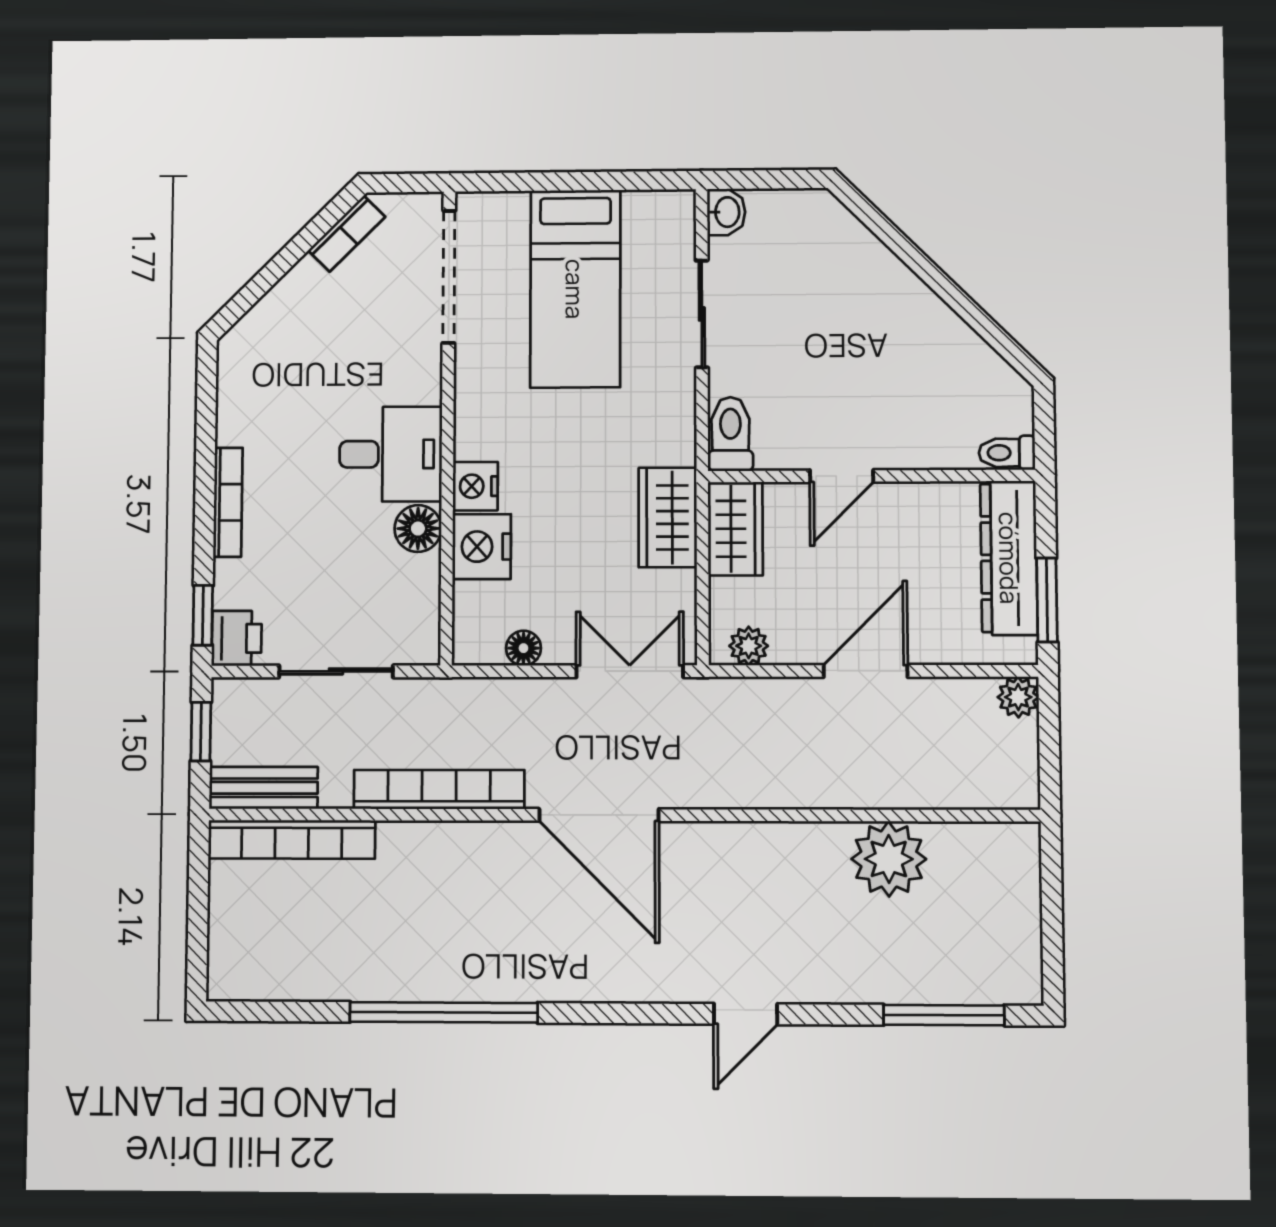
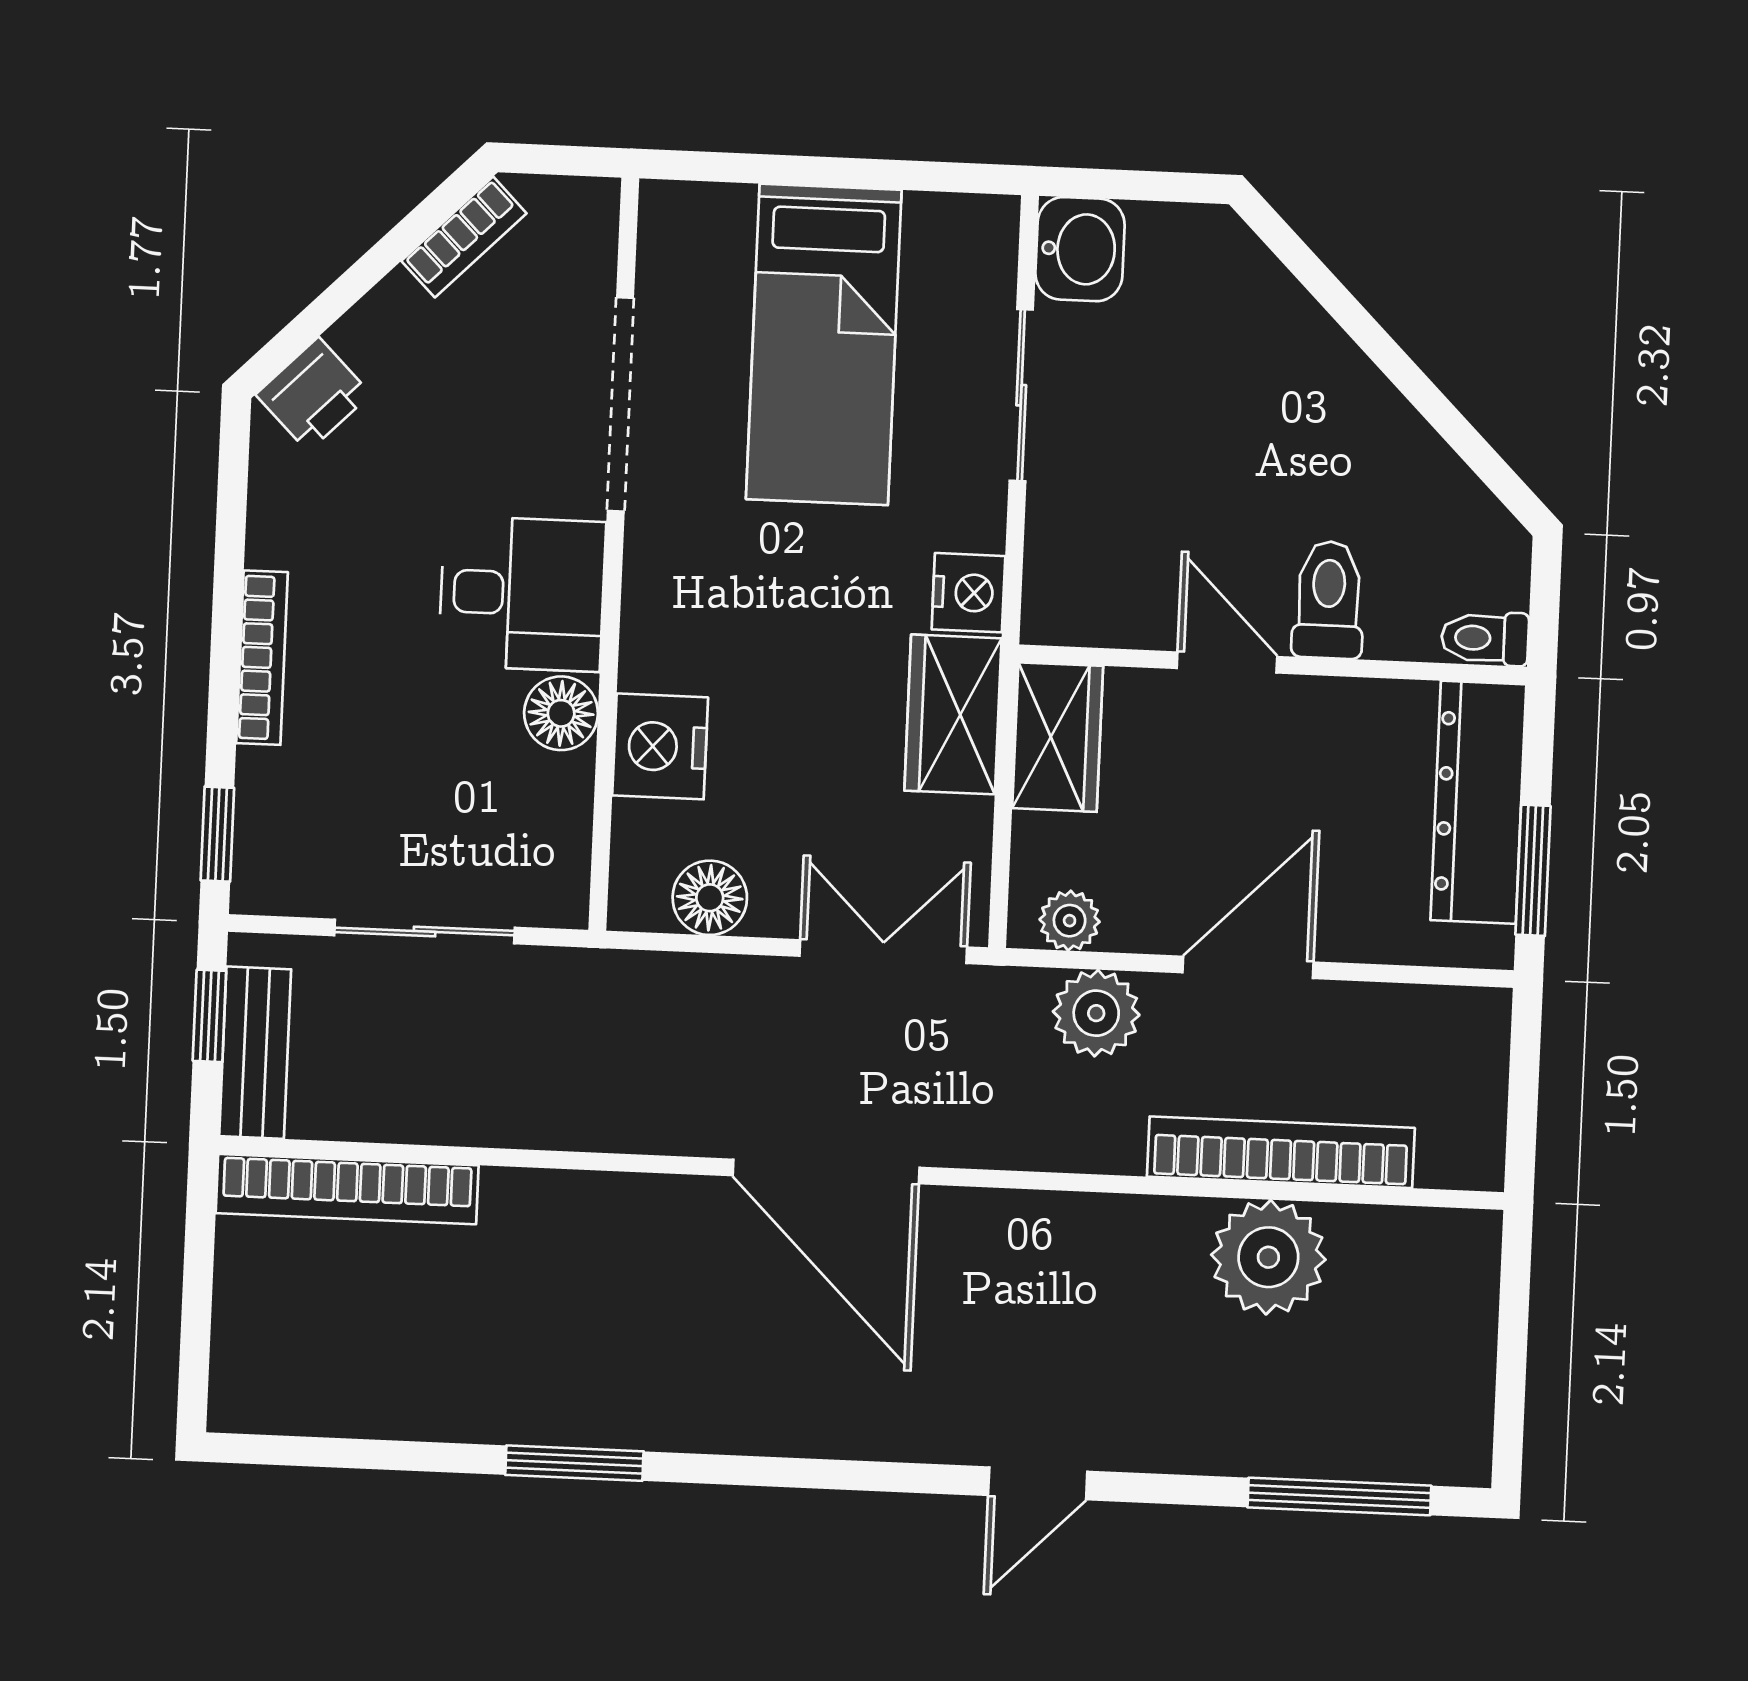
washbasin: (726, 212) -> (1080, 249), width x1.38, depth x1.45
doorway: (449, 277) -> (620, 404), moved
toilet: (730, 434) -> (1328, 600), moved
door: (842, 476) -> (1227, 662), swing flipped
nightstand: (475, 486) -> (968, 593), moved, turned 180
printer: (237, 638) -> (313, 394), moved, turned 45
floor lamp: (523, 648) -> (710, 898), width x1.37, depth x1.37
plant: (1018, 697) -> (1096, 1013), moved, width x1.38, depth x1.38
bench: (263, 788) -> (255, 1053), moved, turned 90
bookcase: (439, 789) -> (1281, 1152), moved
window: (444, 1012) -> (574, 1463), width x0.47

